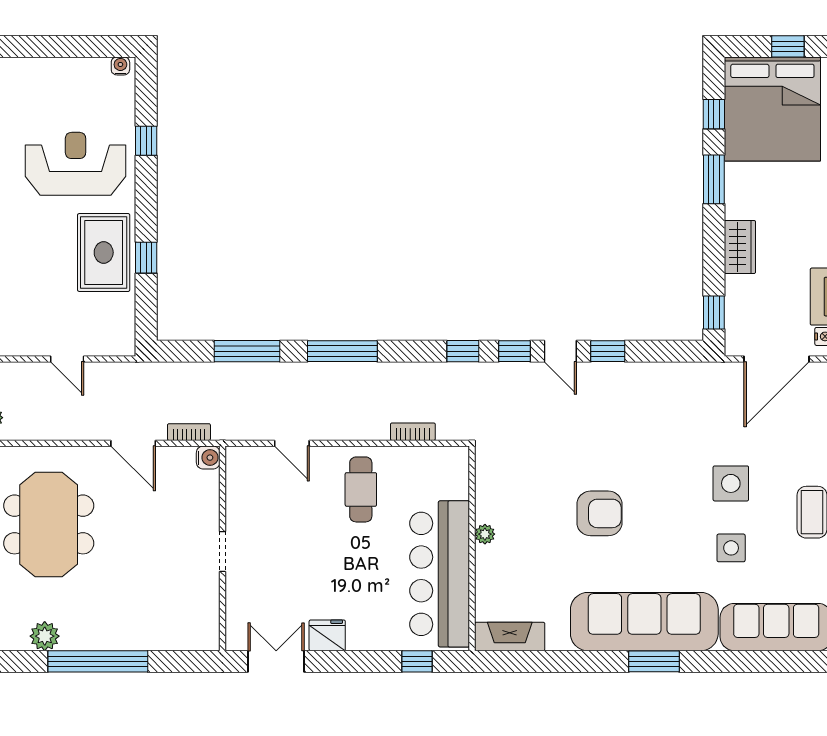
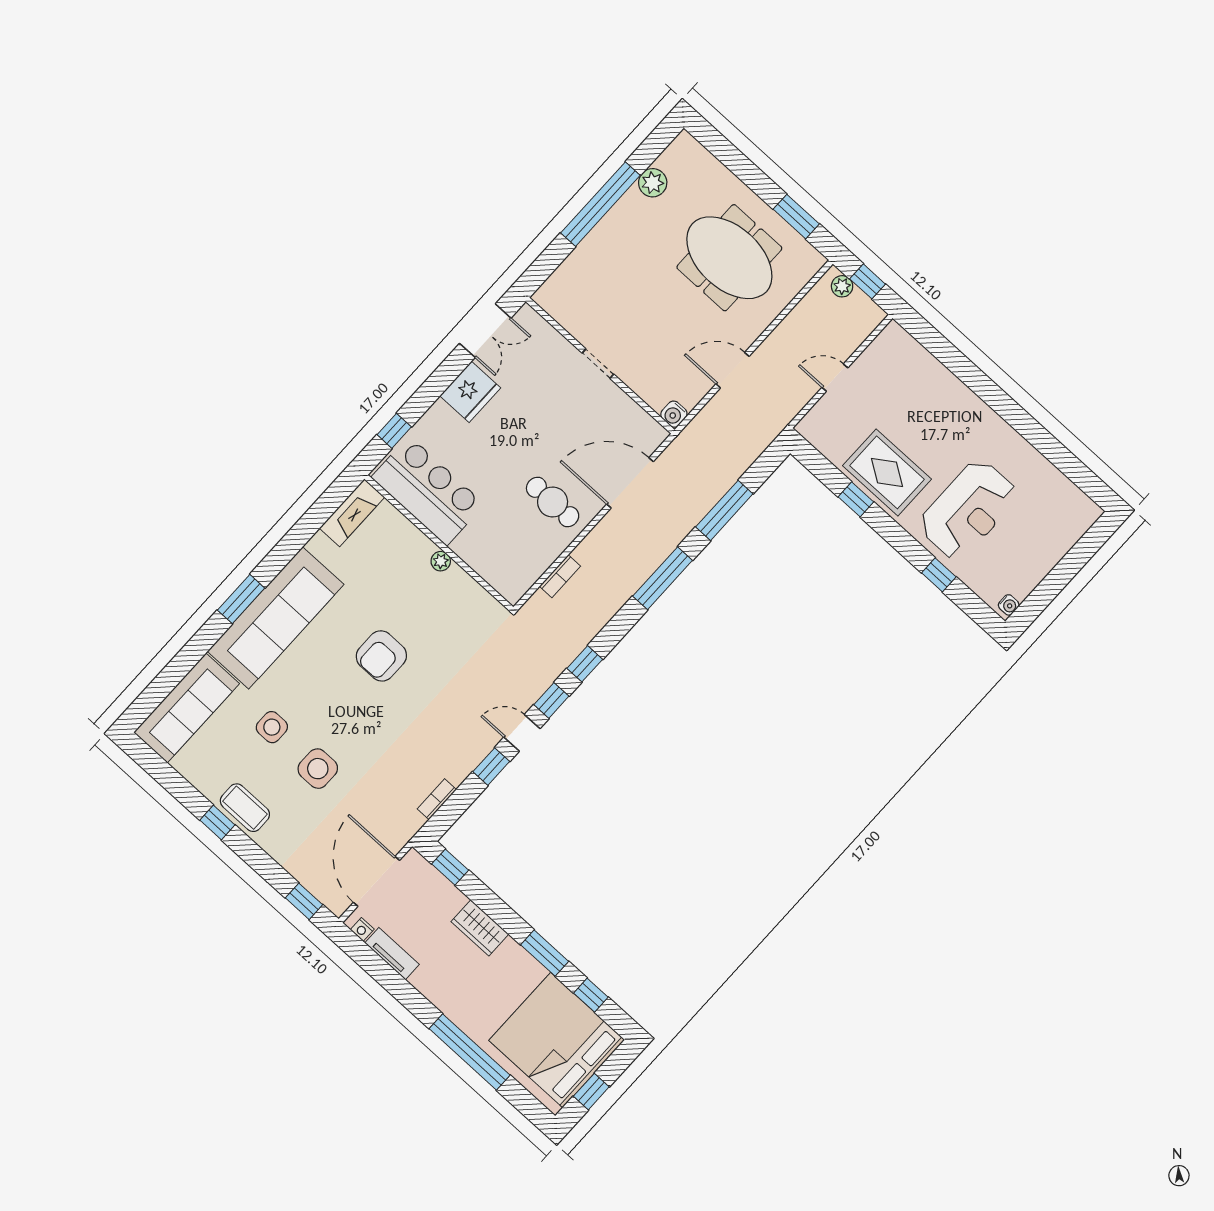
bookcase: (189, 432) -> (437, 799), moved, turned 180
door: (292, 443) -> (630, 483), width x1.87
bar counter: (440, 574) -> (428, 491), width x0.73
fridge: (327, 635) -> (470, 392), width x1.36, depth x1.34

